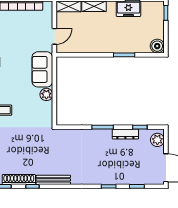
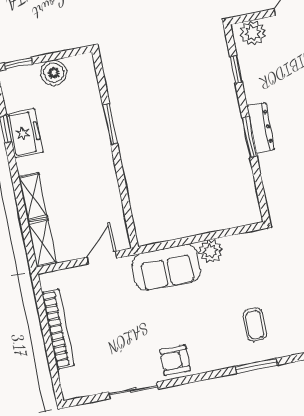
door: (54, 36) -> (102, 258), hinge flipped
boiler: (157, 46) -> (54, 73), moved
dresser: (125, 134) -> (261, 128), moved

